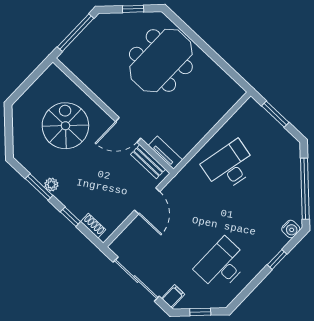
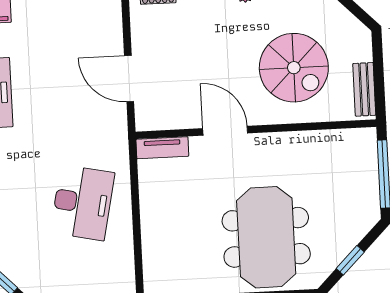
door: (128, 130) -> (225, 131), hinge flipped
bench: (148, 162) -> (364, 89), moved, turned 90

